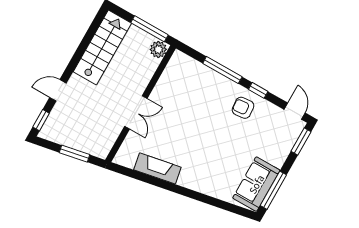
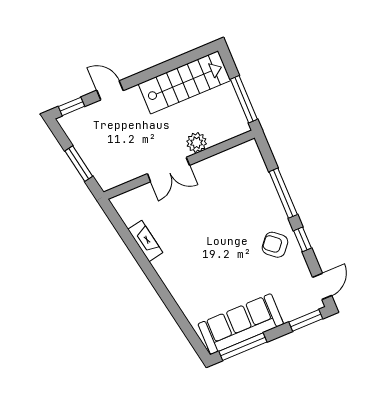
plant: (158, 49) -> (197, 143), moved
armchair: (243, 108) -> (275, 245), turned -45
fireplace: (157, 168) -> (145, 241), width x0.73, depth x0.76
sofa: (256, 184) -> (241, 324), width x1.36

